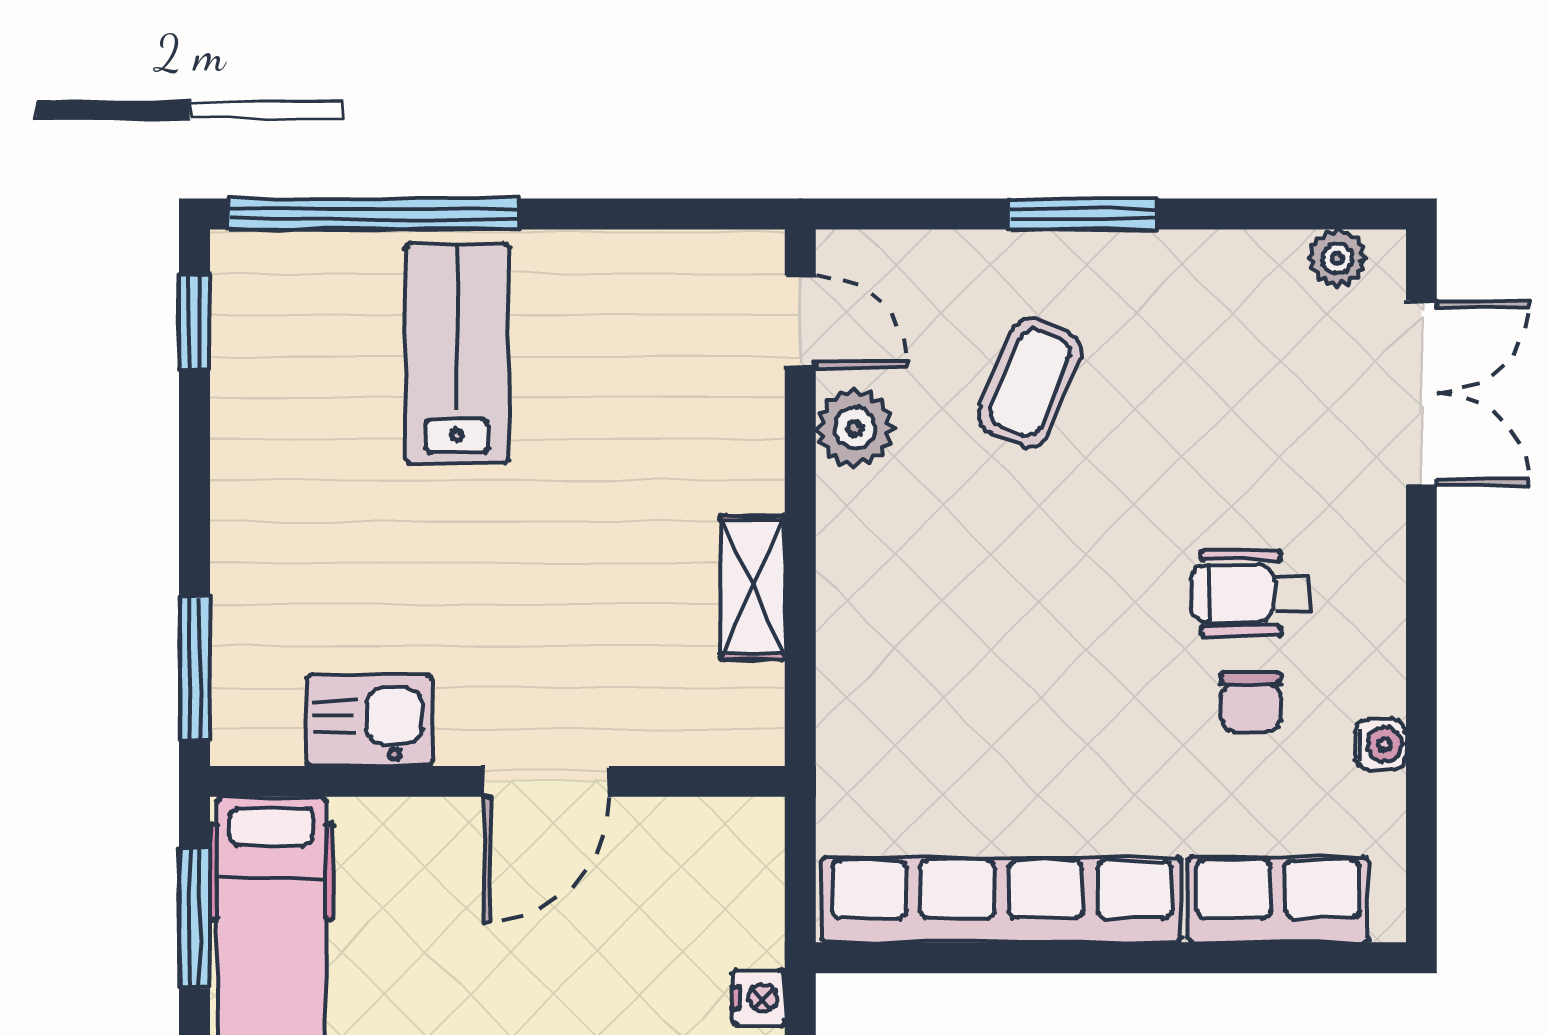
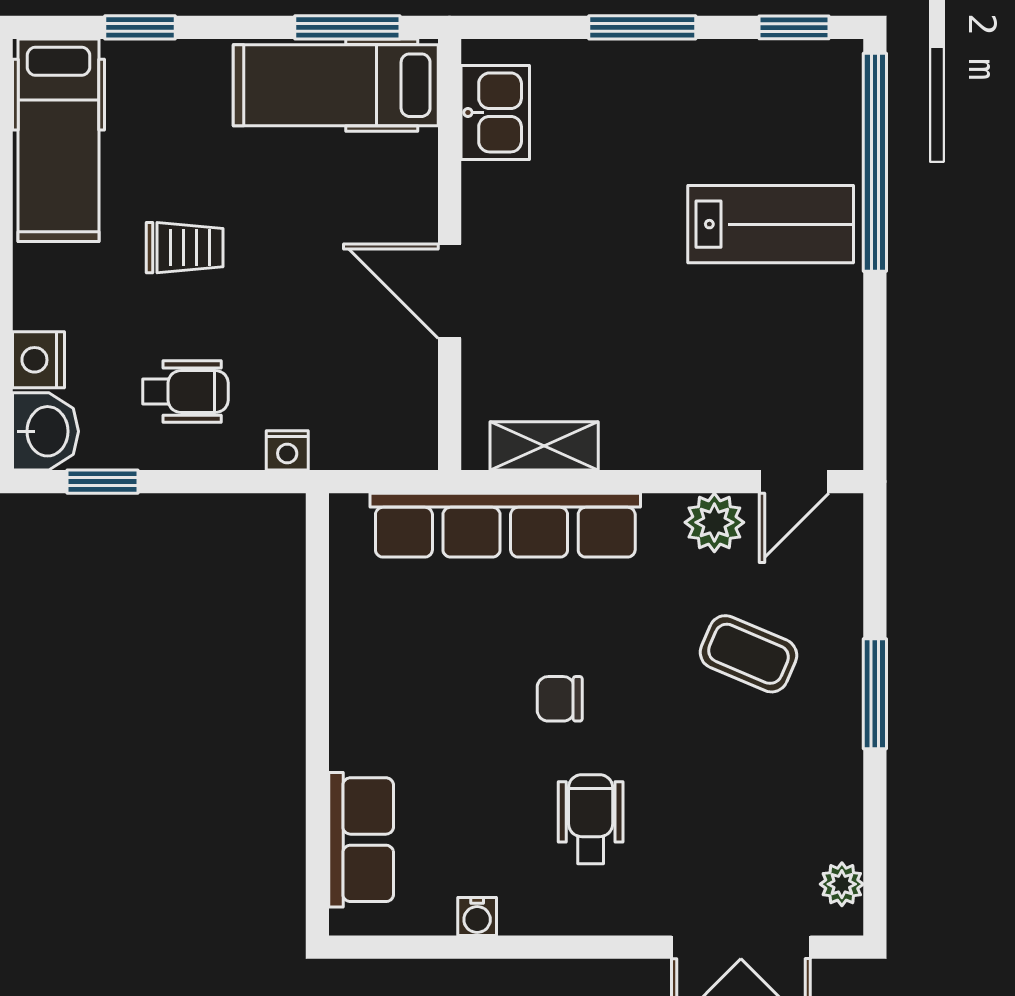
shelving: (753, 587) -> (544, 446), moved
window: (194, 669) -> (642, 27), moved
chair: (1251, 702) -> (560, 699), moved
kitchen sink: (369, 720) -> (495, 112), moved
row of seats: (1002, 900) -> (505, 525), moved, turned 90

